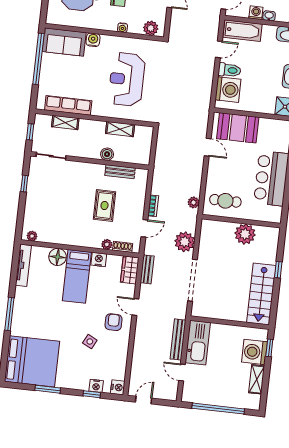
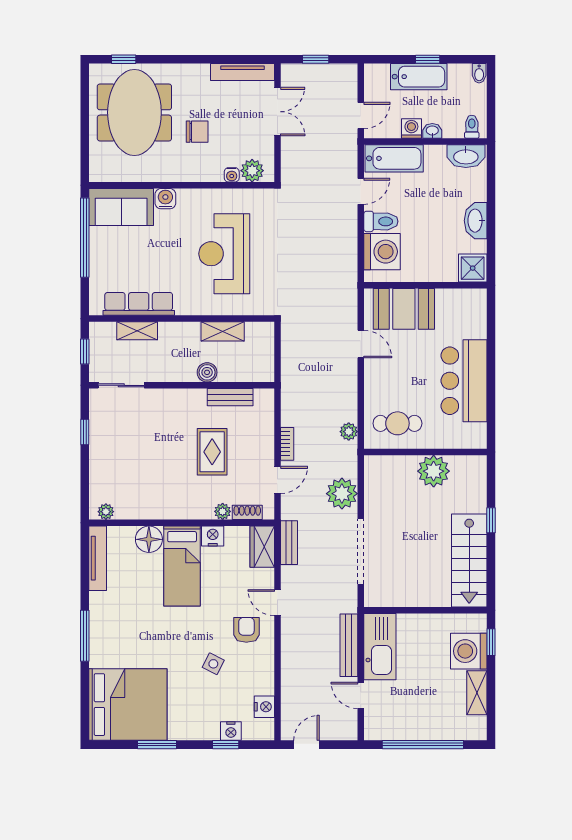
water cooler: (122, 28) -> (232, 175), moved
nightstand: (118, 387) -> (264, 707), moved

